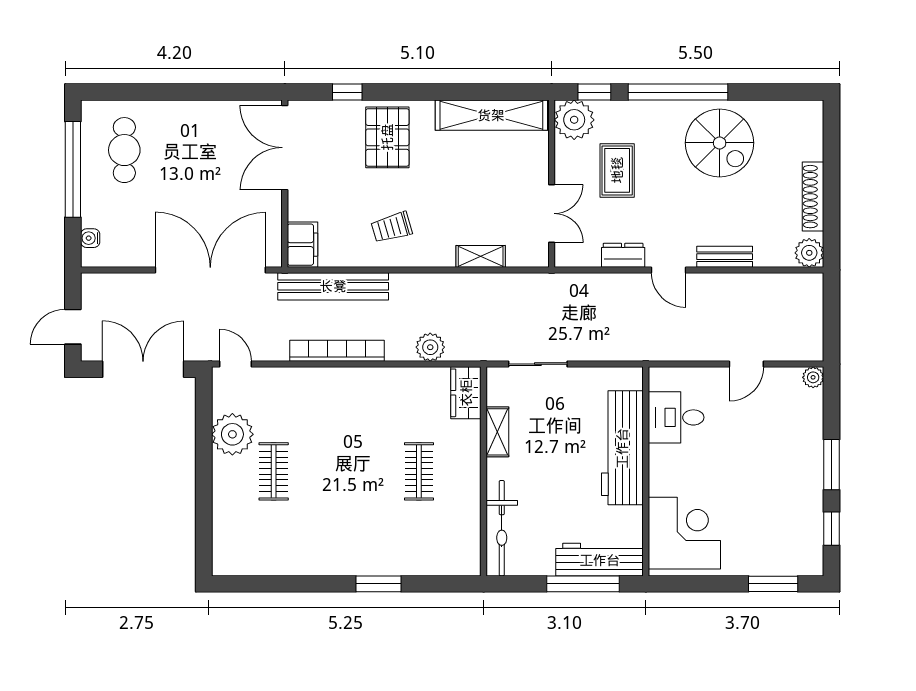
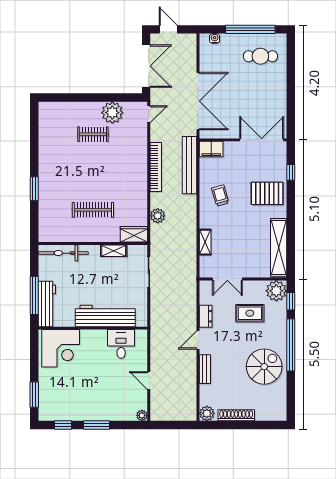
spiral stairs: (720, 143) -> (264, 367), turned 180
clothes rail: (419, 471) -> (93, 210), width x1.36

